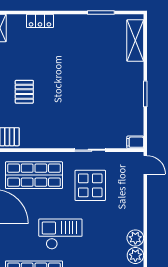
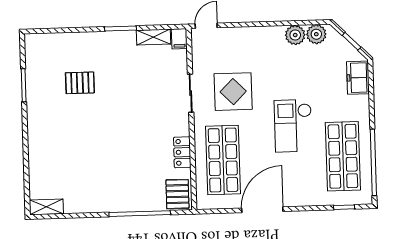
locker: (40, 21) -> (182, 152), moved, turned 180
shelving: (135, 40) -> (154, 37), moved, width x0.67, depth x0.75
pallet: (24, 92) -> (80, 83), moved

